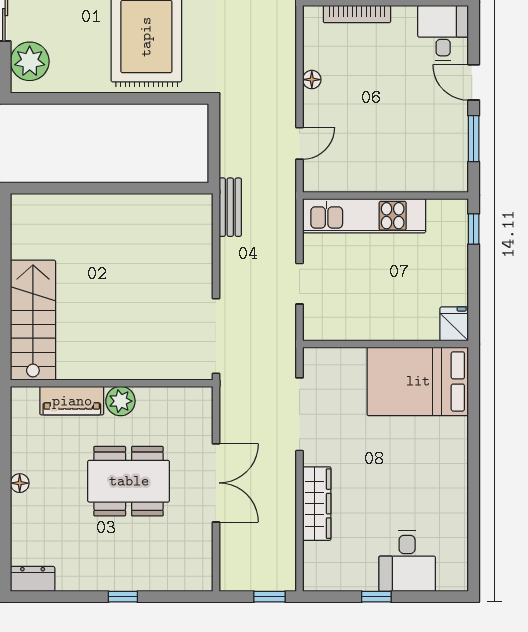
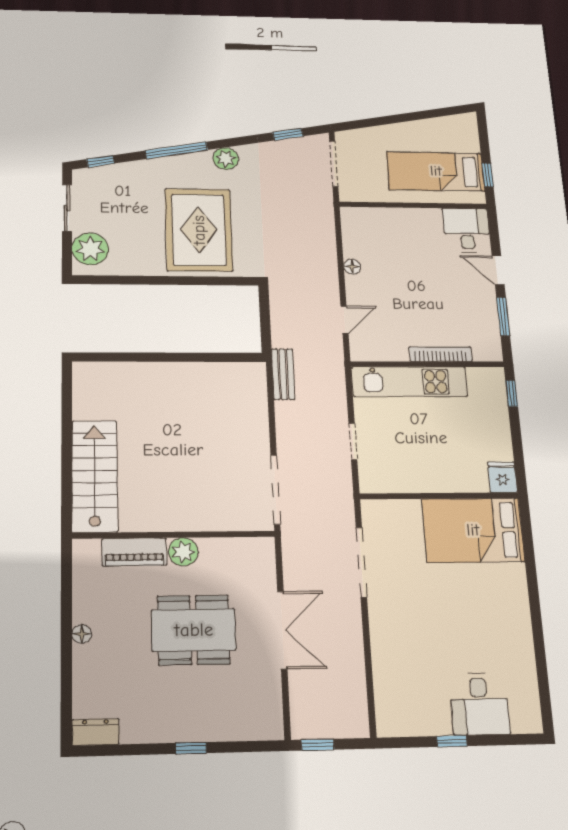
bookcase: (357, 14) -> (441, 354), moved, turned 180
wardrobe: (317, 504) -> (385, 649), removed
window: (270, 597) -> (318, 745), moved

